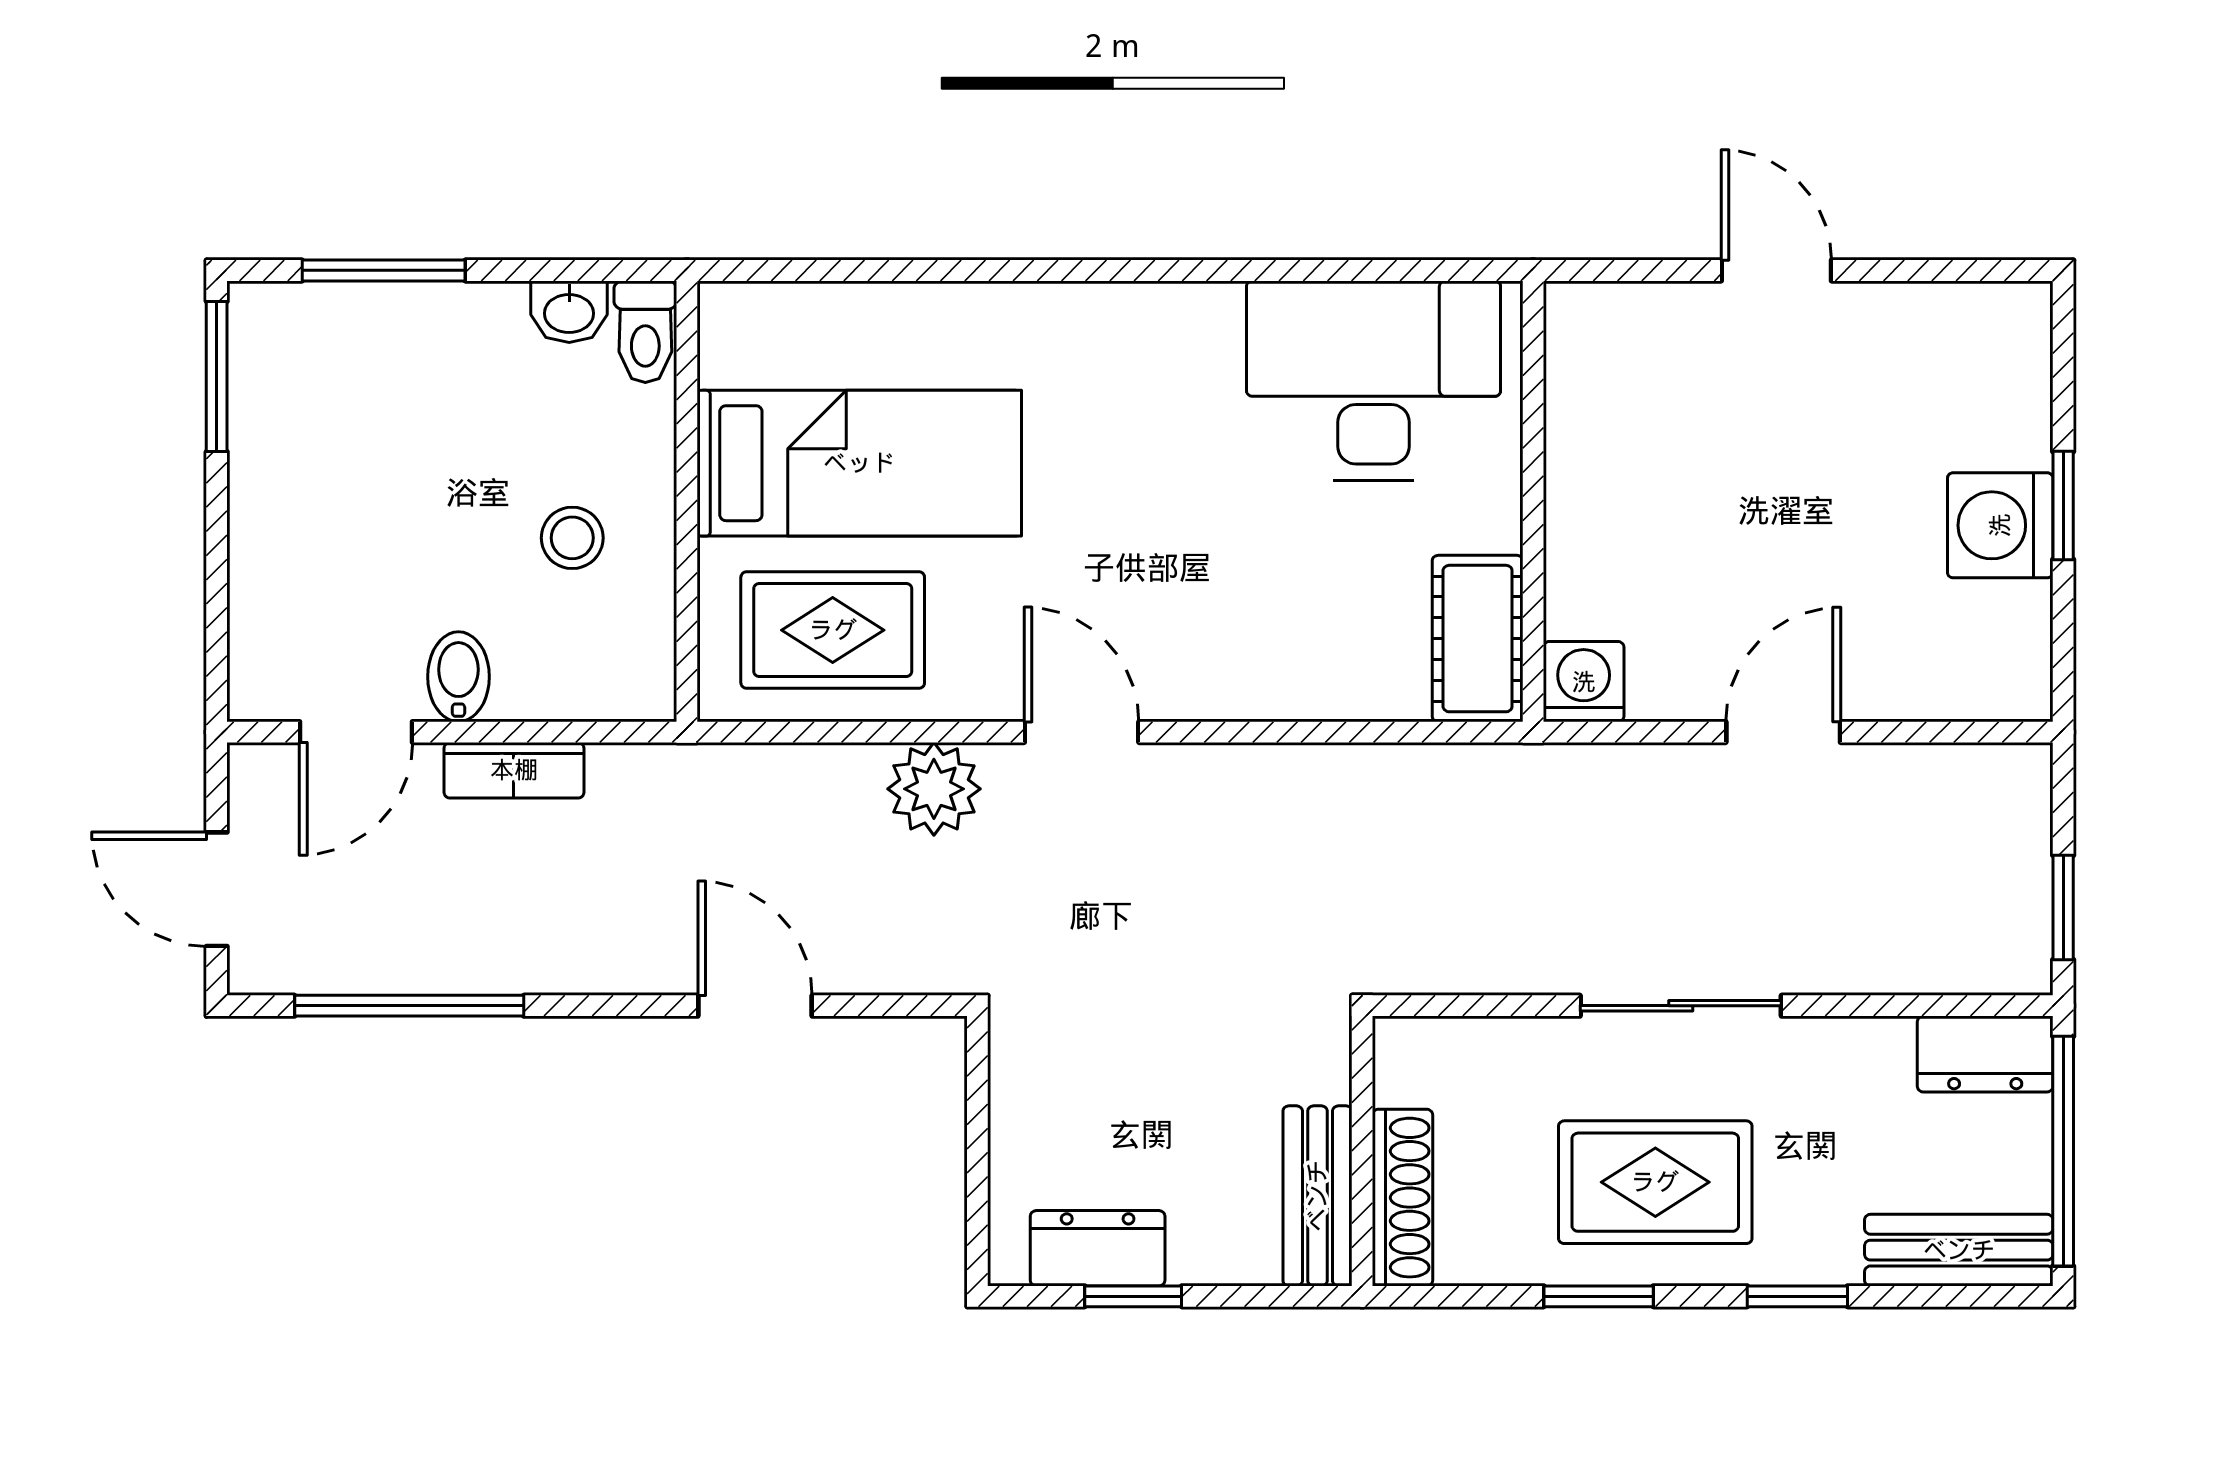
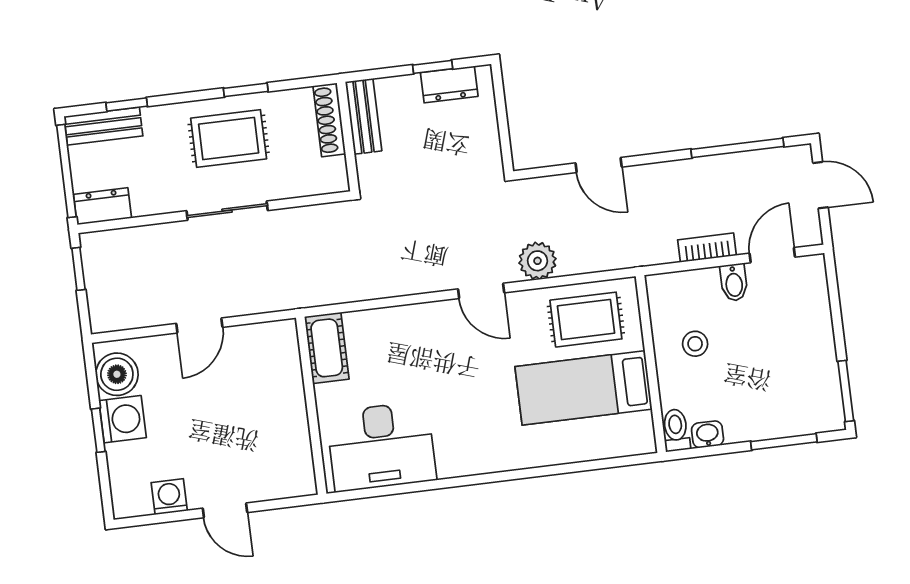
boiler: (2000, 637) -> (117, 374), added
washing machine: (1584, 682) -> (169, 497), moved, turned 180
window: (1797, 1296) -> (127, 105), moved

